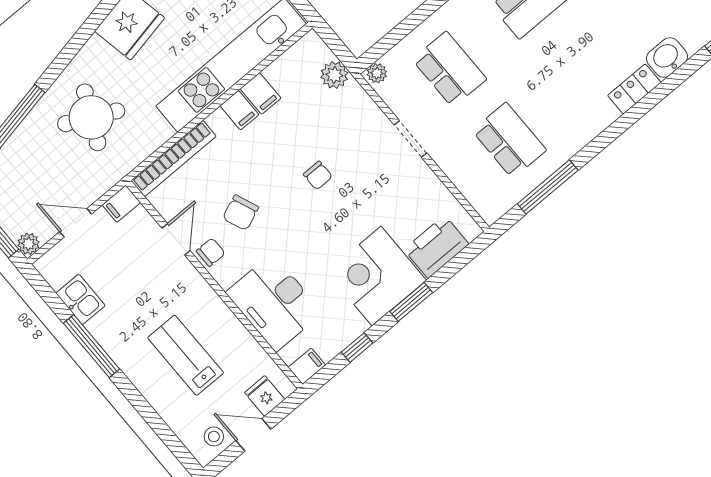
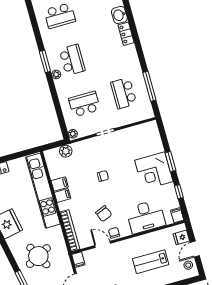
round table: (91, 117) -> (38, 256), turned 36
school desk: (509, 140) -> (124, 93), turned -90
printer: (436, 247) -> (153, 142), removed

